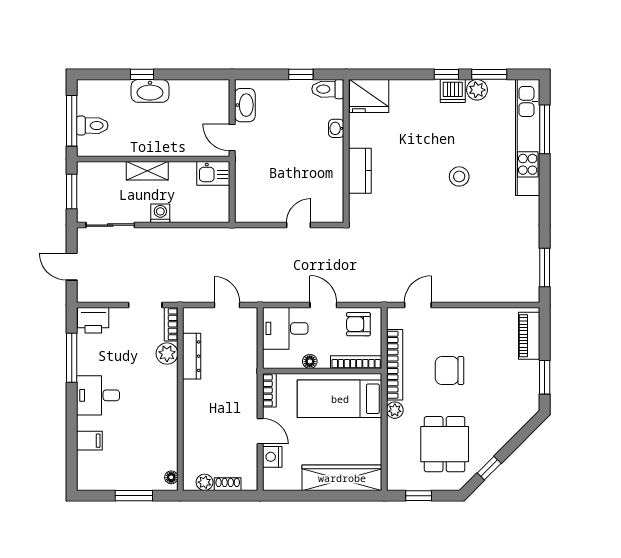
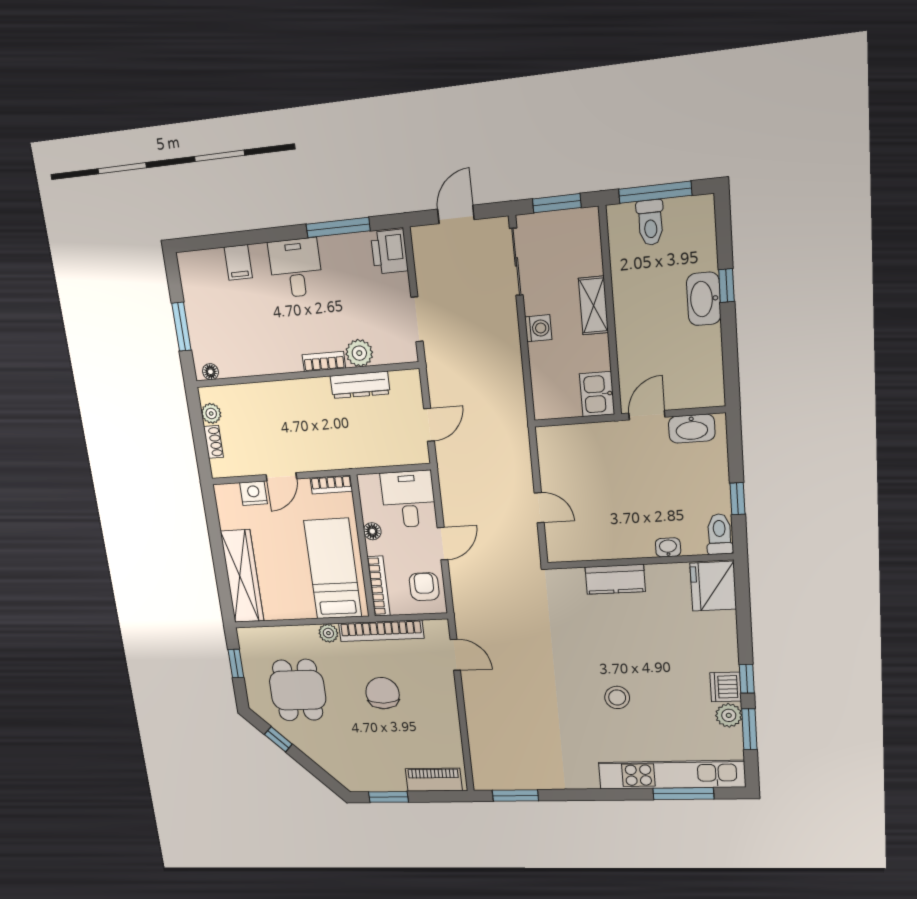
bookcase: (171, 324) -> (324, 361), moved
dining table: (445, 444) -> (298, 690), turned 90

